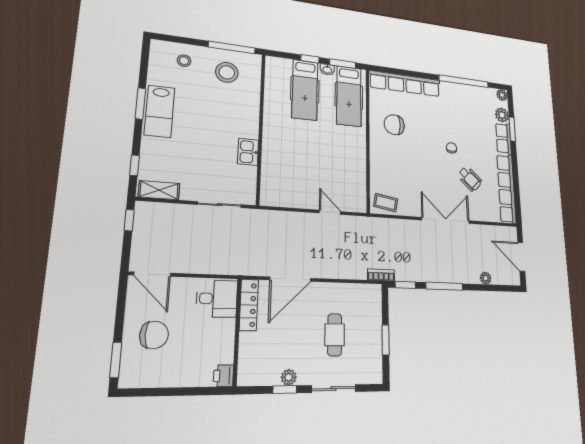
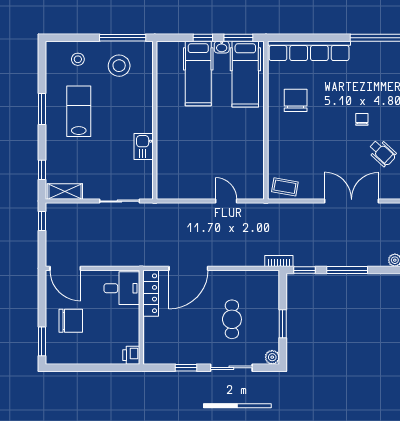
lab bench: (160, 111) -> (79, 111), moved, turned 180
chair: (394, 125) -> (296, 100), turned 90
plant: (289, 377) -> (272, 357), moved

